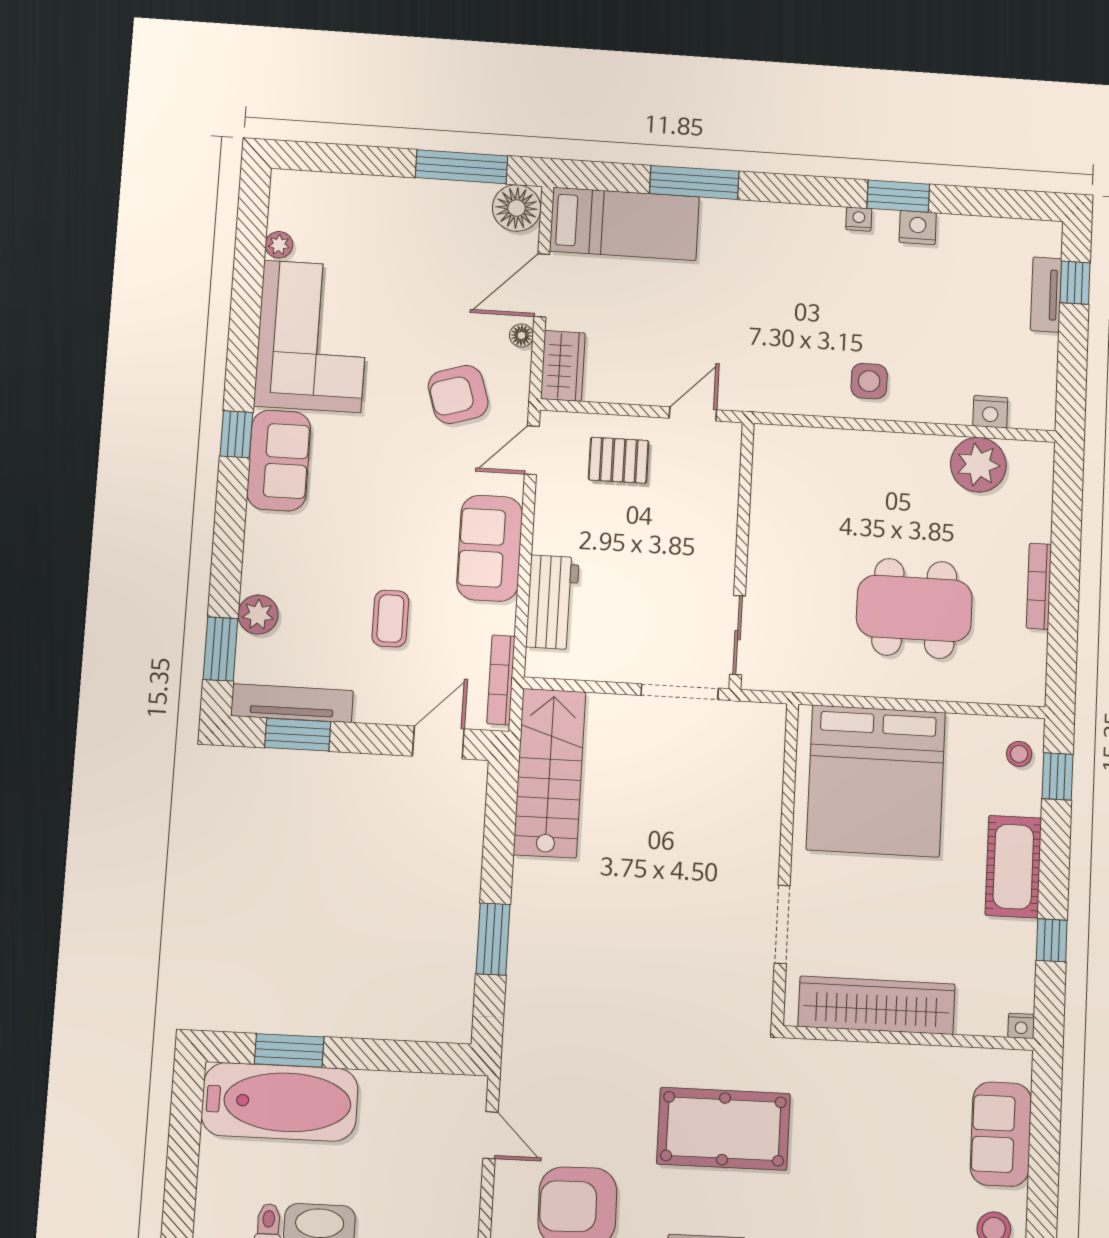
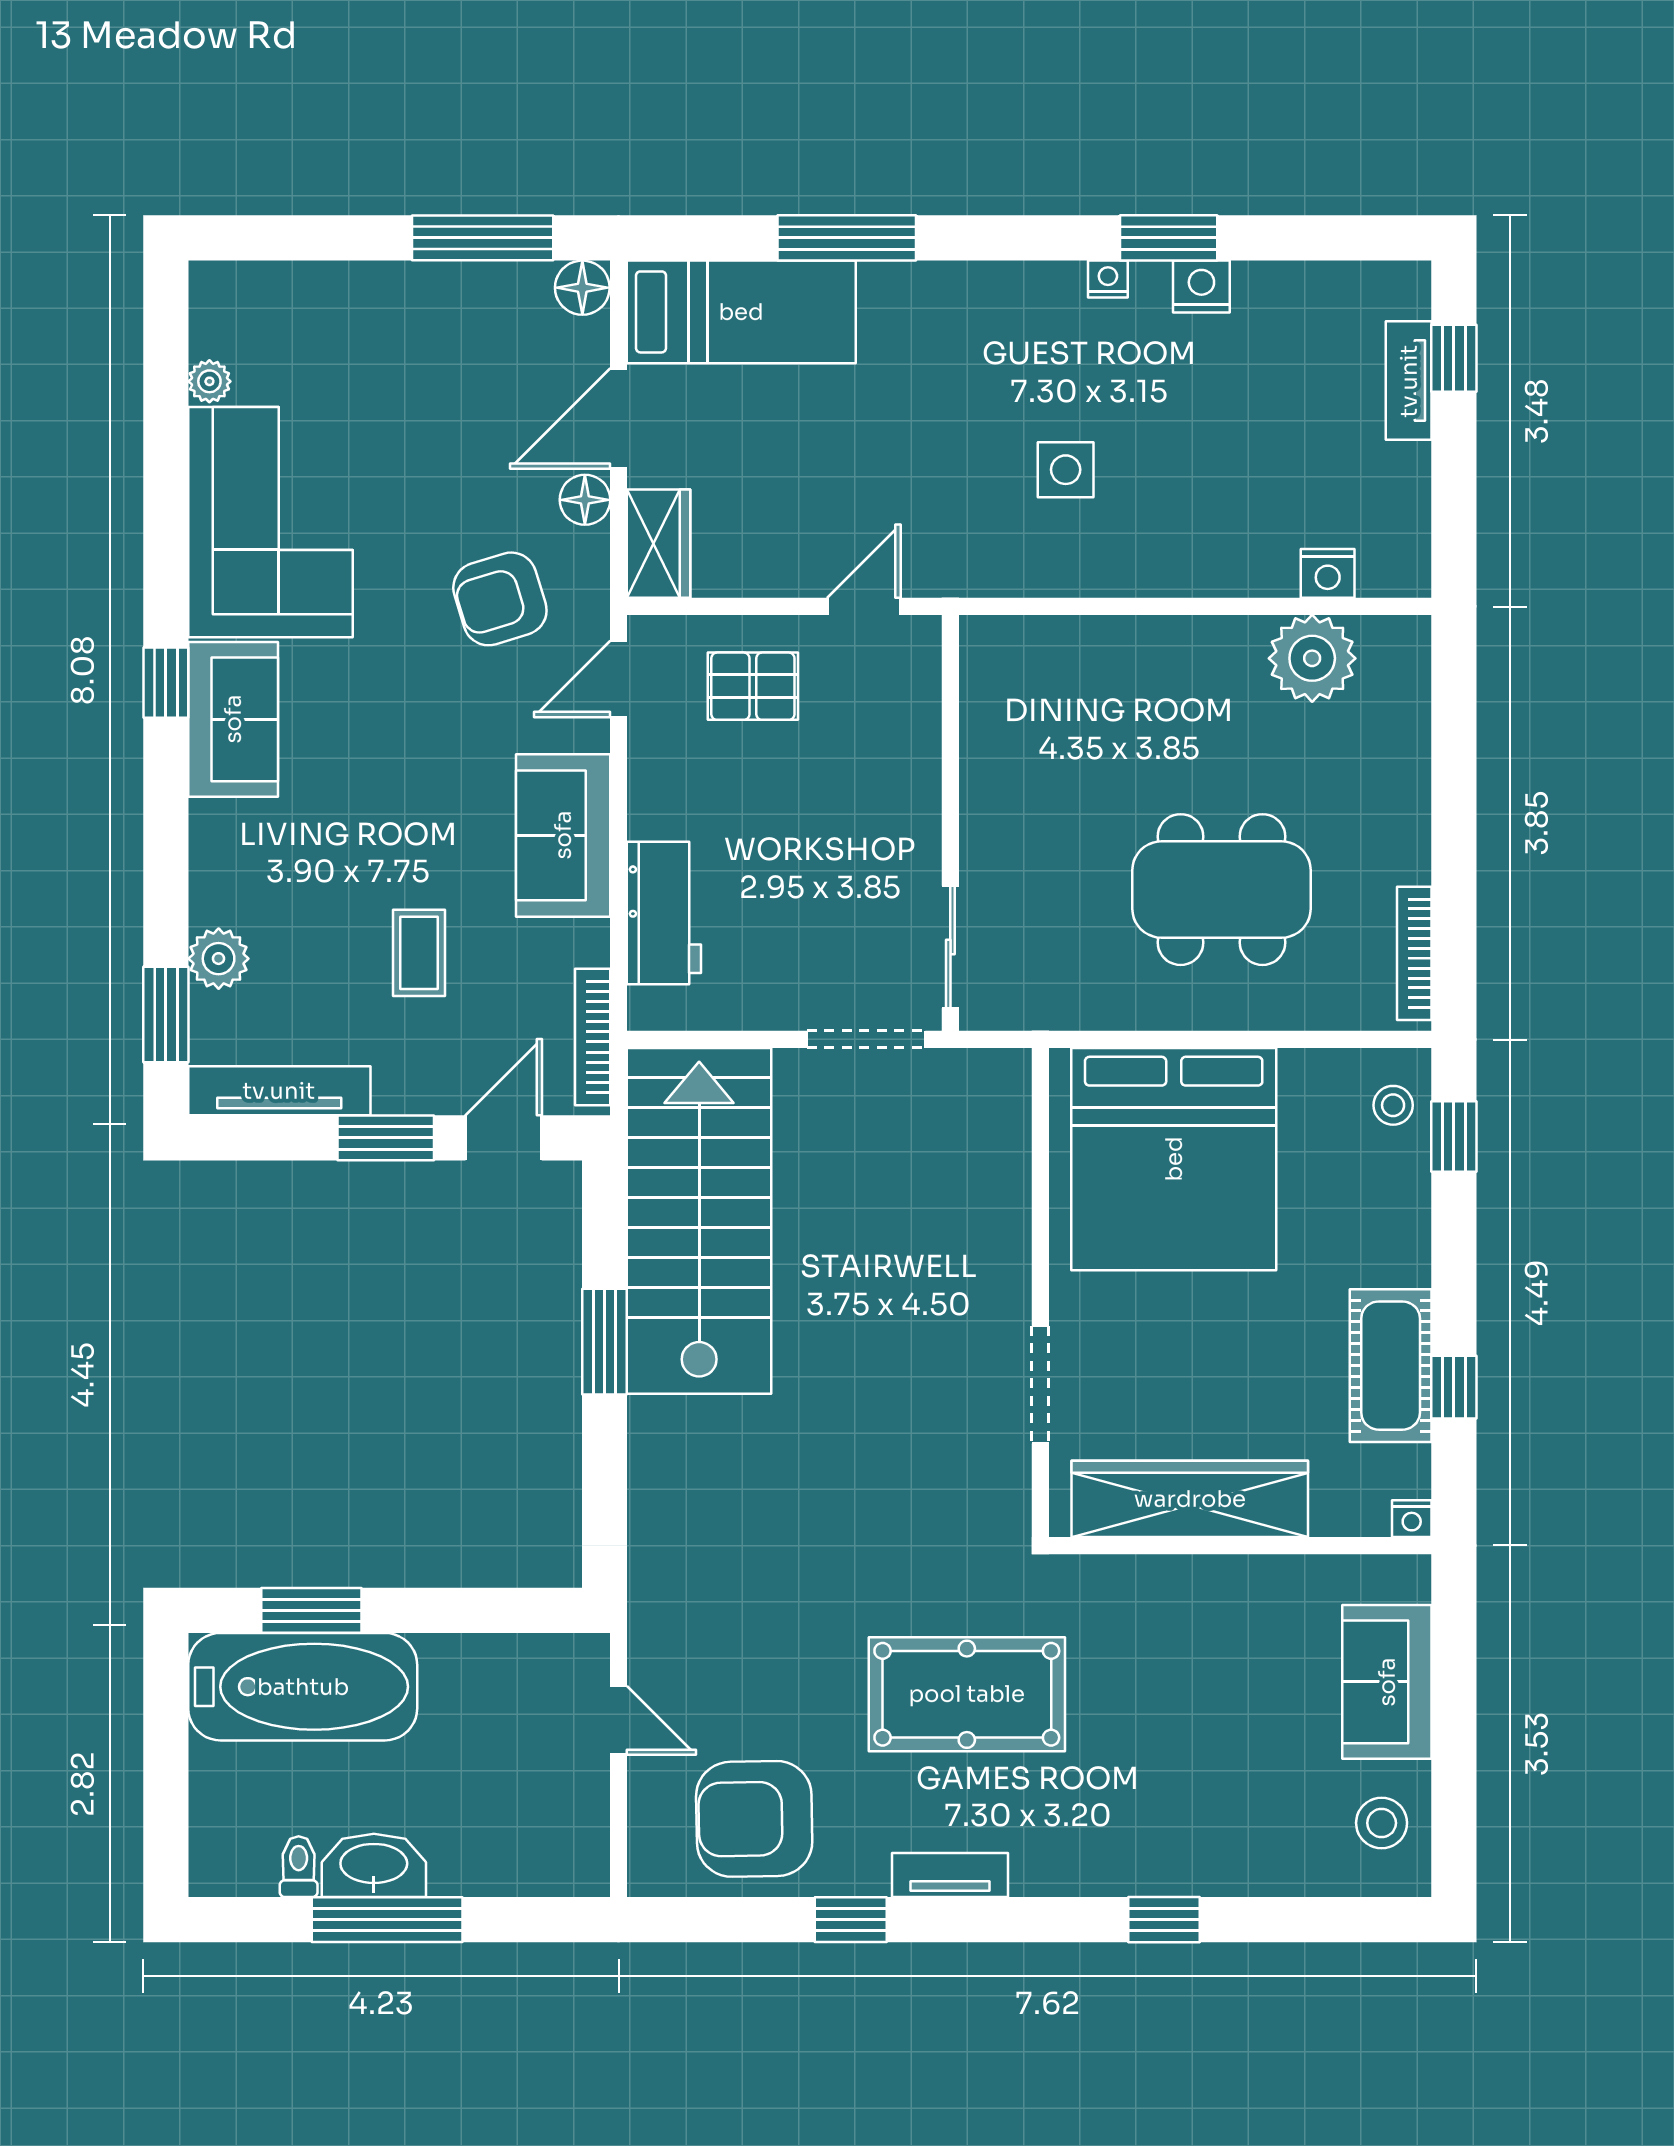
floor lamp: (517, 208) -> (582, 288), width x0.73, depth x0.73
floor lamp: (521, 335) -> (585, 500), width x1.37, depth x1.37
side table: (869, 381) -> (1066, 470), moved
bookcase: (1039, 586) -> (1414, 953), moved
window: (298, 735) -> (386, 1138), moved
stairs: (550, 773) -> (699, 1221), width x1.36, depth x1.51
cot: (1013, 867) -> (1391, 1366), moved
window: (493, 939) -> (605, 1342), moved

